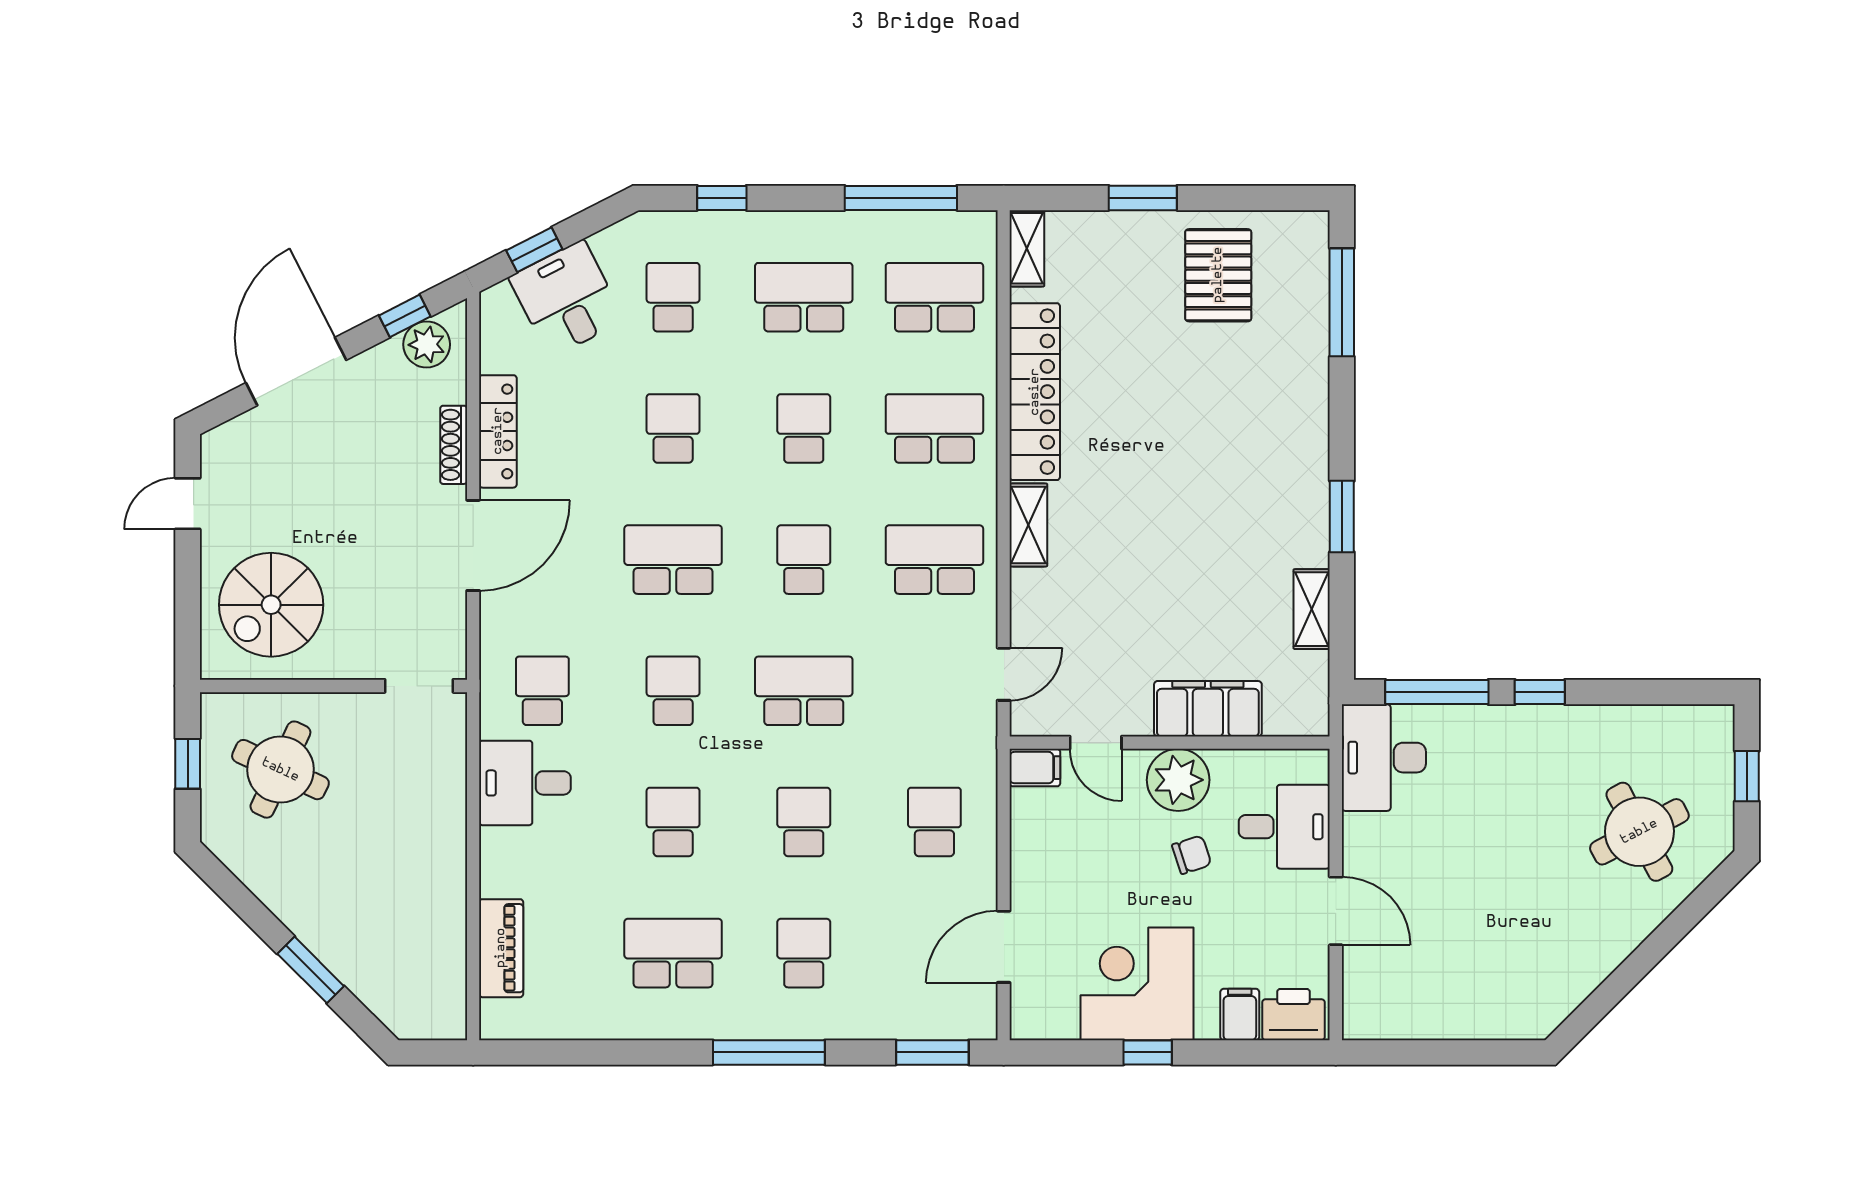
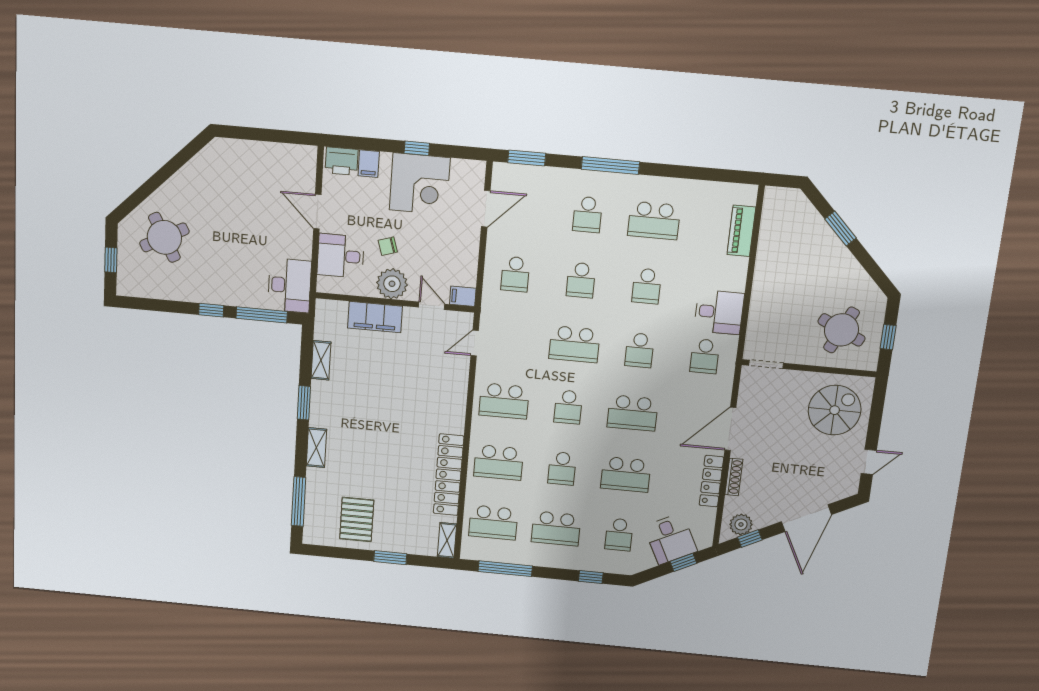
school desk: (673, 428) -> (626, 474), width x1.85
shelving: (1028, 525) -> (316, 448), moved

